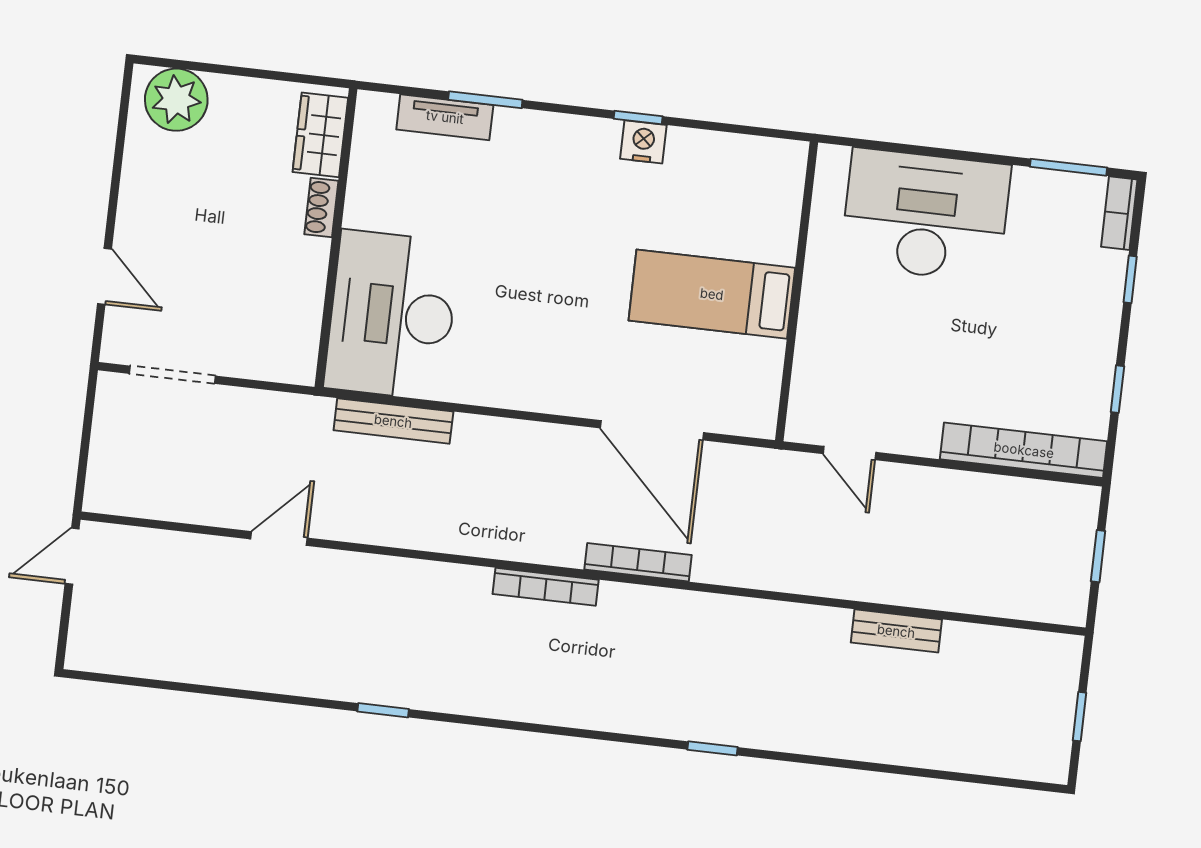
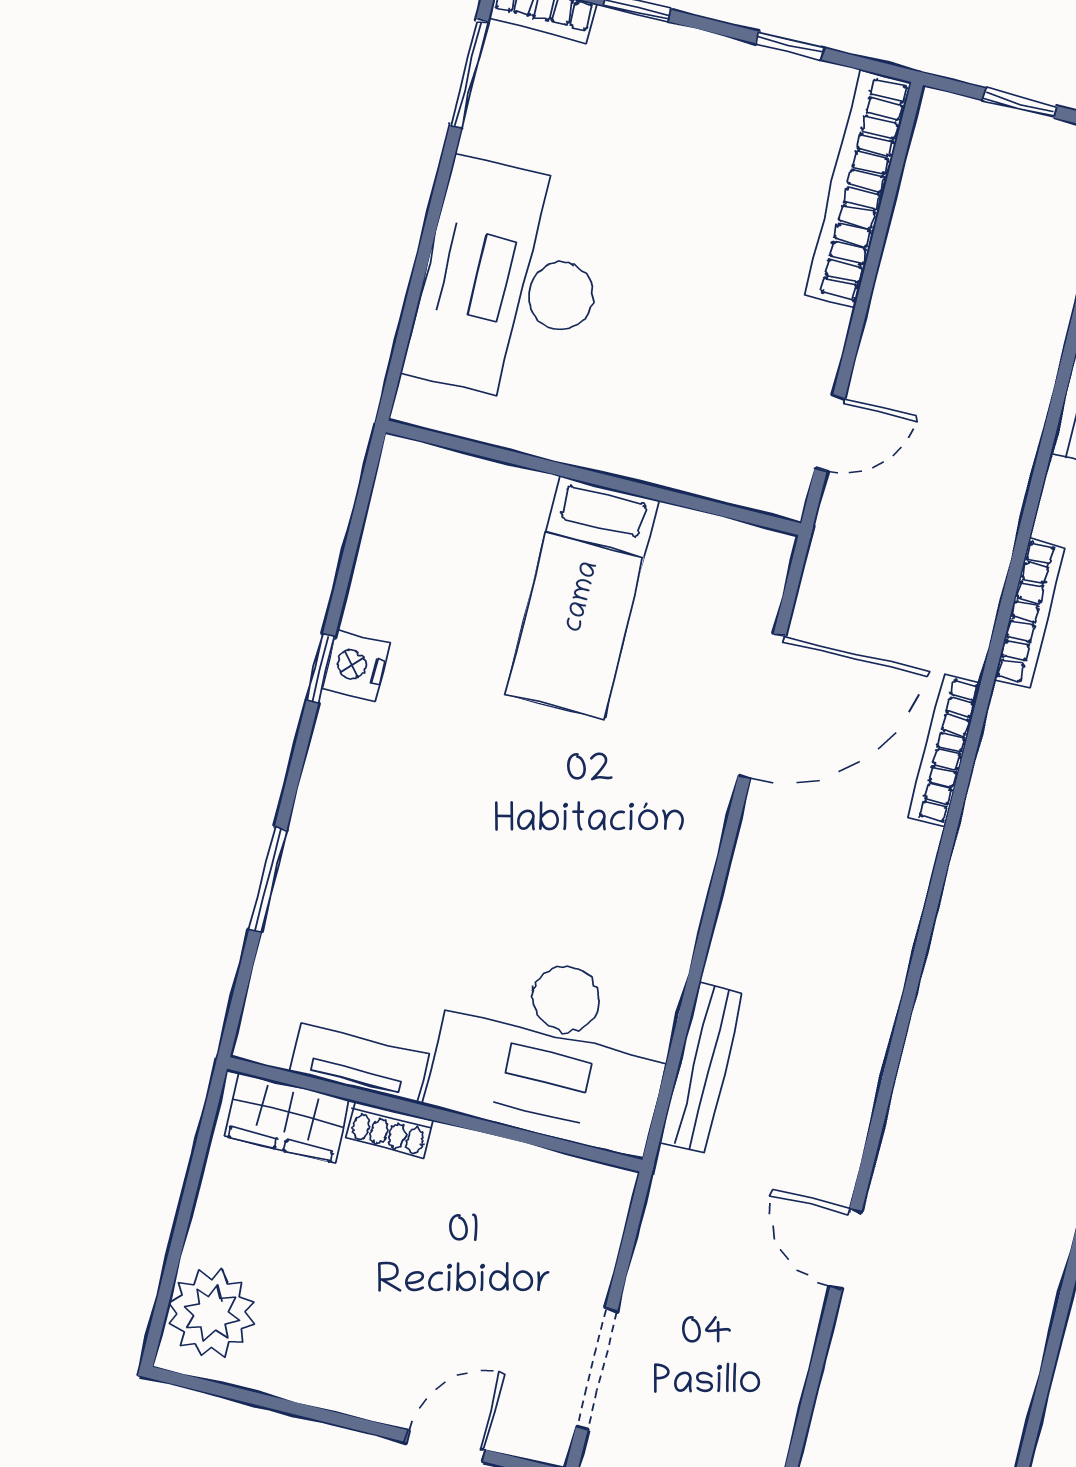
tv unit: (445, 117) -> (359, 1063), moved, turned -90
bookcase: (546, 587) -> (1030, 613), moved

